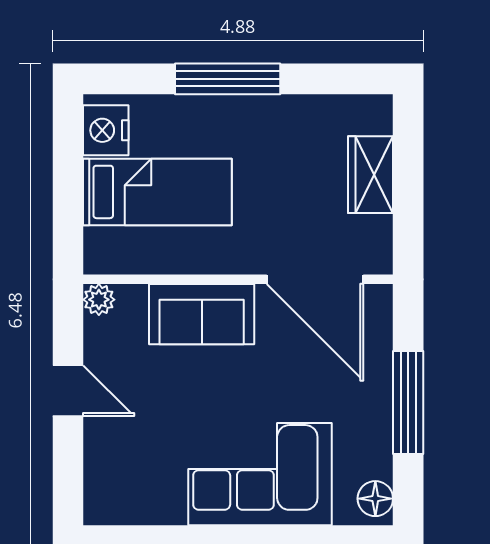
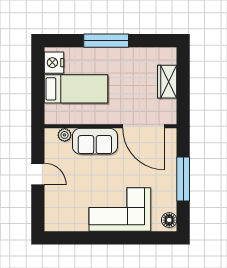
plant: (99, 300) -> (65, 135), moved

